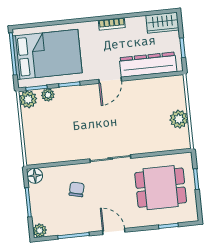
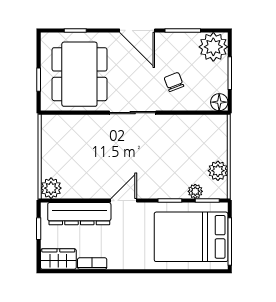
bookcase: (112, 24) -> (92, 264), moved
plant: (28, 99) -> (218, 171), moved
plant: (179, 119) -> (51, 188), moved
dining table: (161, 188) -> (79, 74), width x1.38
chair: (77, 189) -> (174, 82), turned 145
plant: (40, 231) -> (213, 47), width x1.88, depth x1.88
door: (114, 231) -> (137, 30), width x1.38

